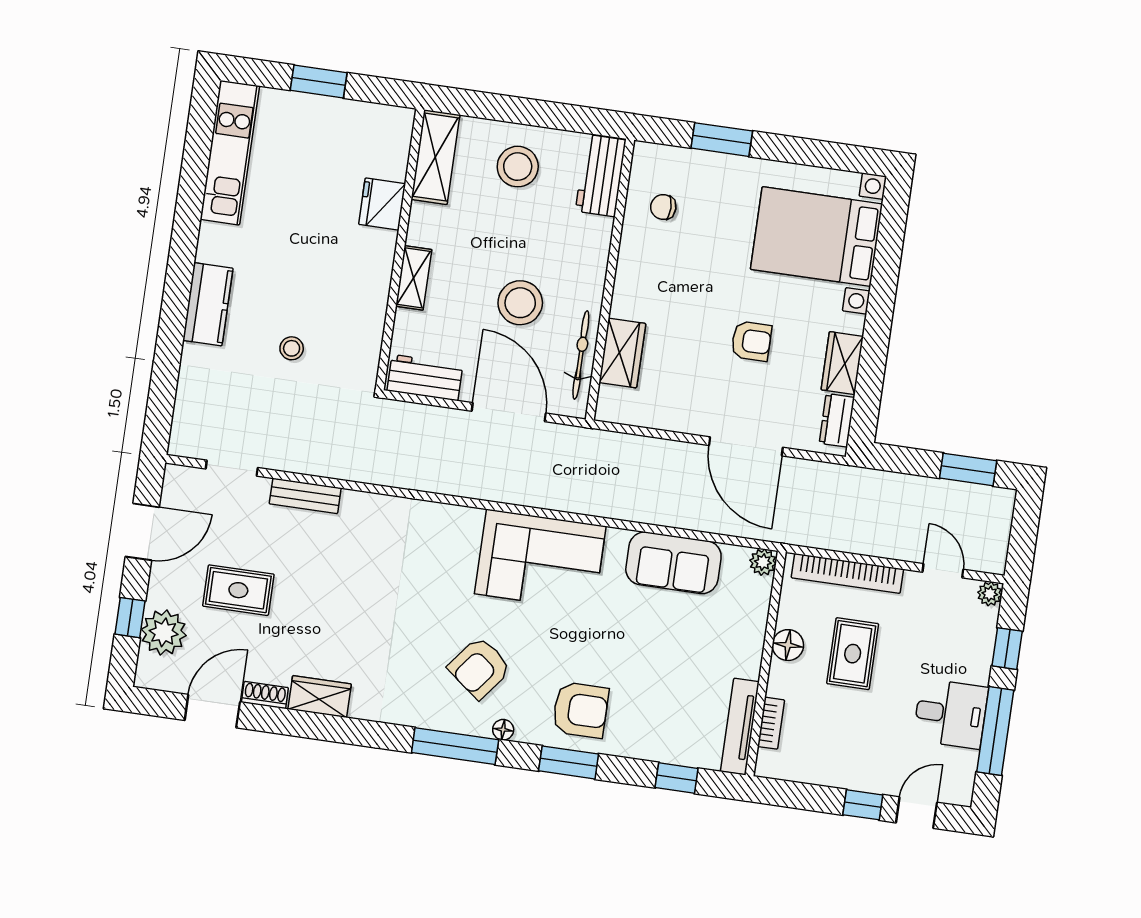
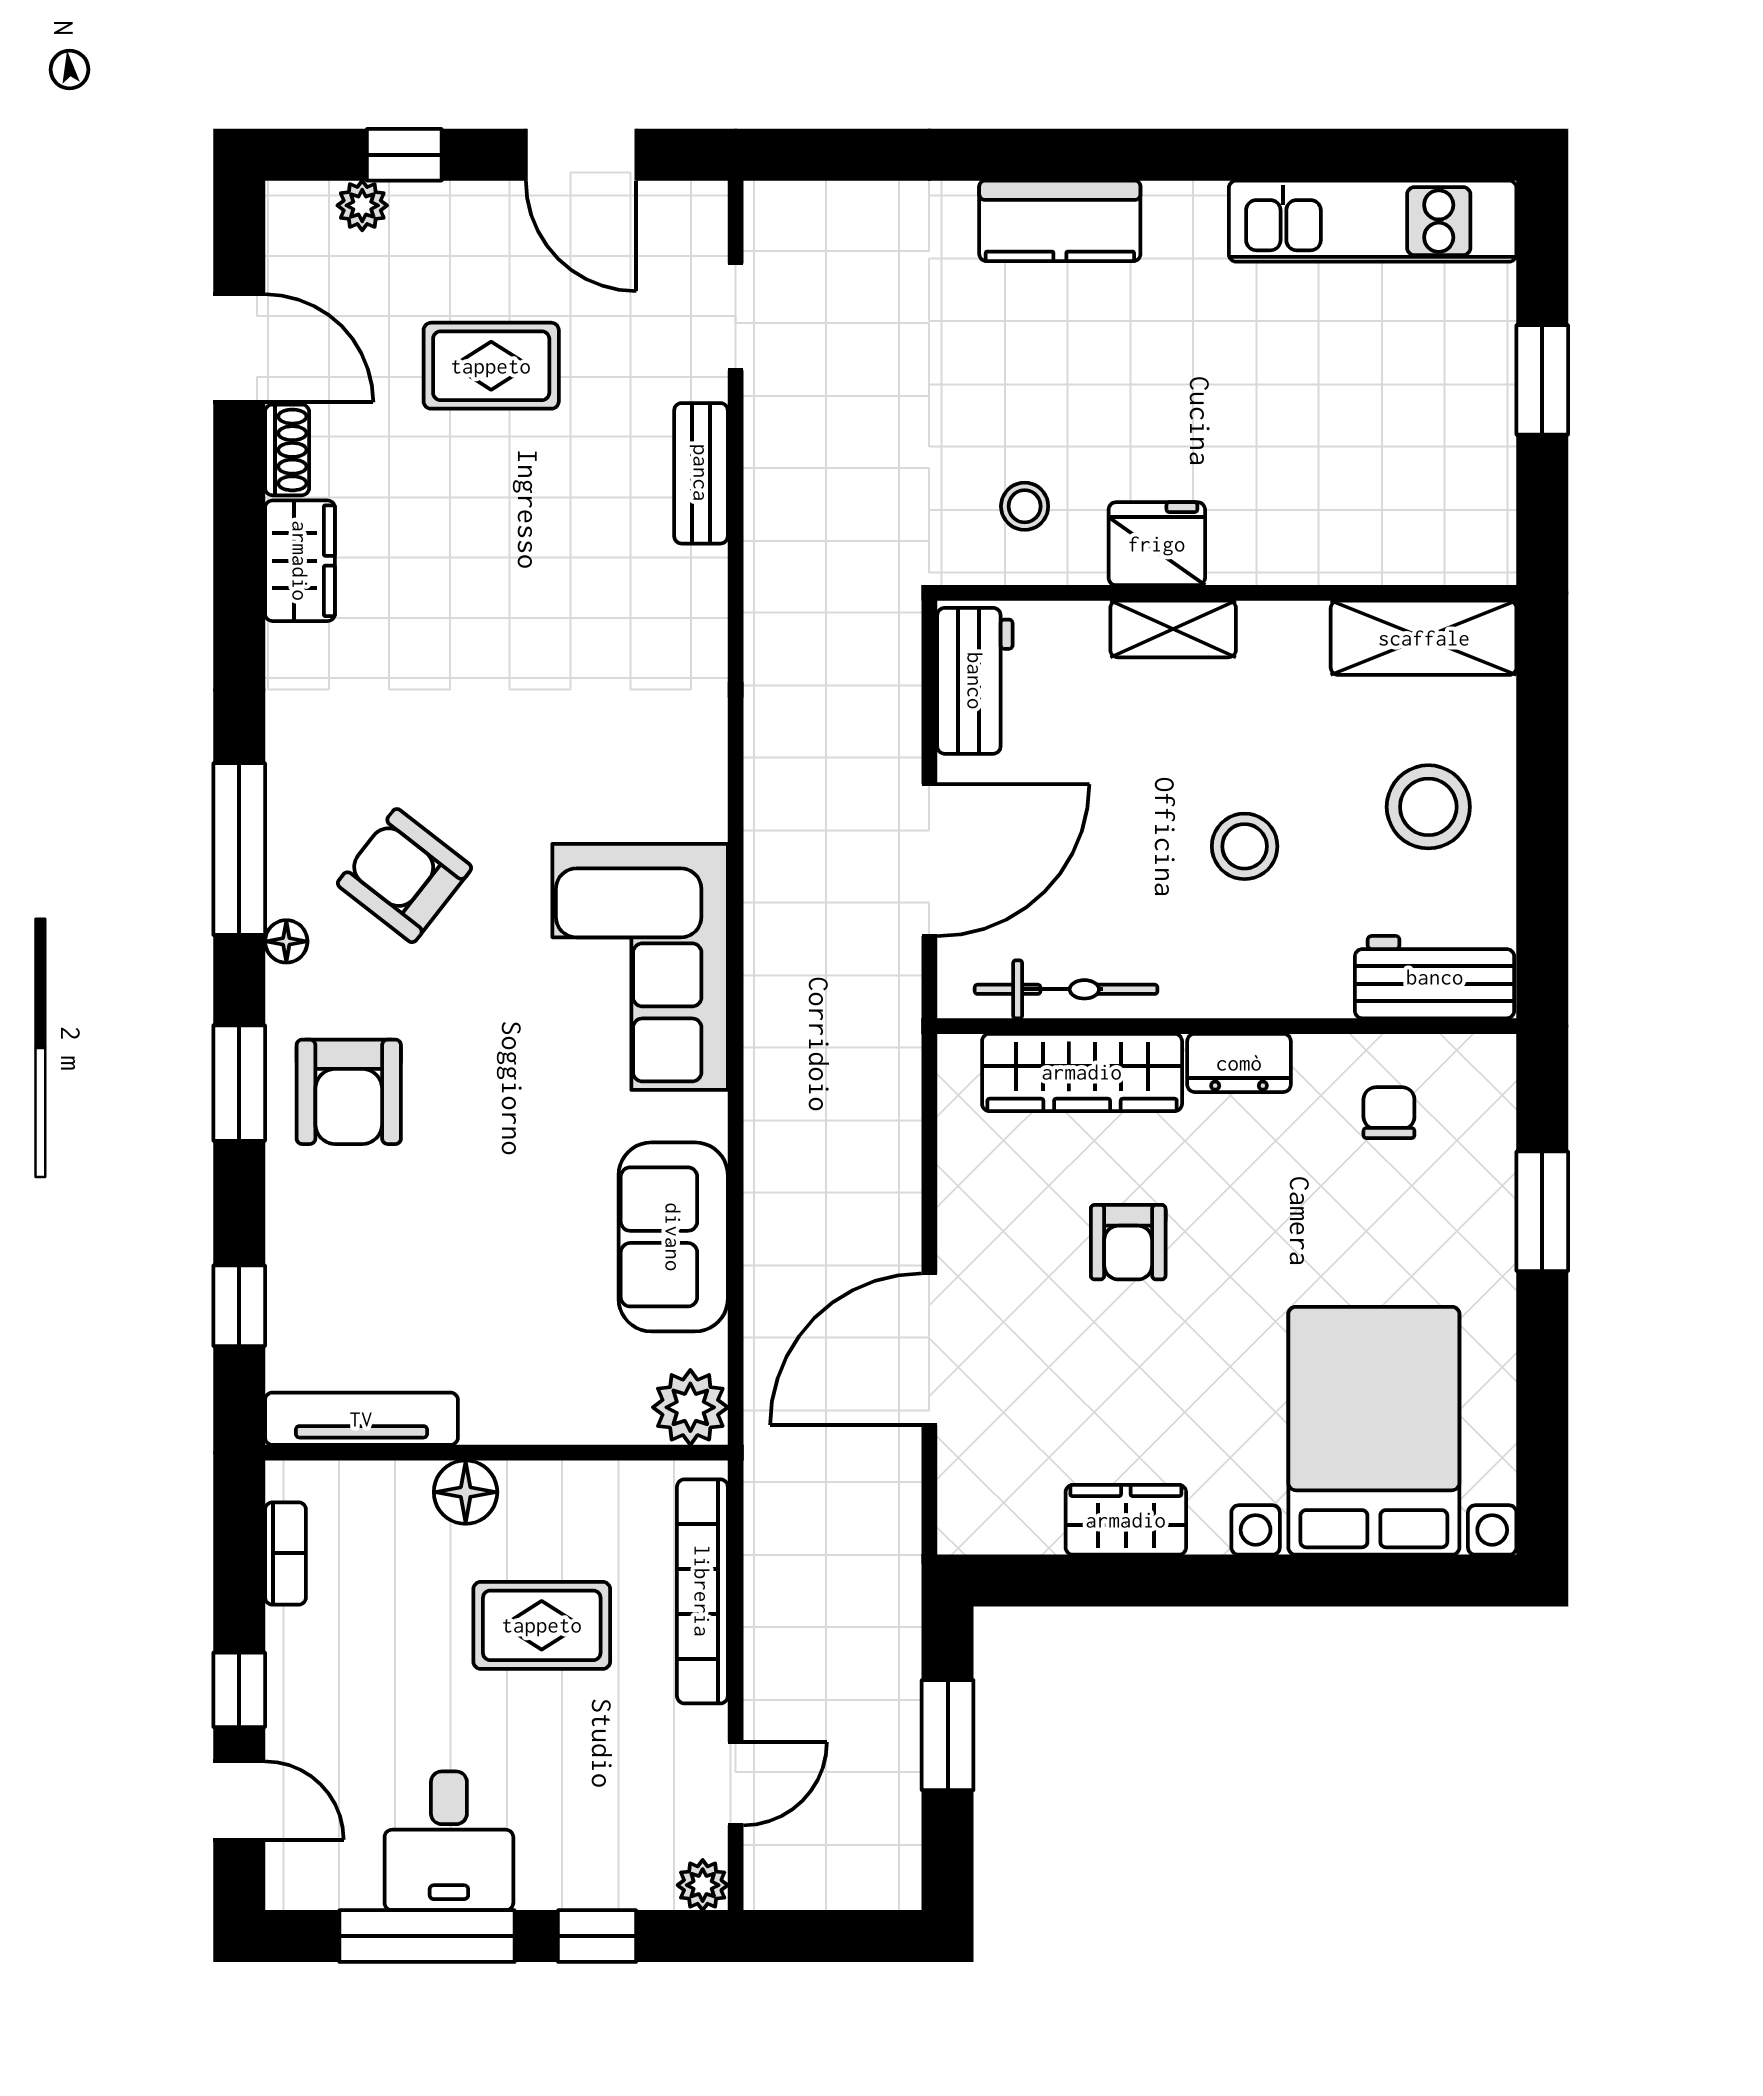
fridge: (382, 204) -> (1157, 544), moved
stool: (520, 303) -> (1245, 846), moved, width x0.73, depth x0.73
armchair: (751, 341) -> (1128, 1242), moved
stool: (292, 348) -> (1025, 506), moved
wardrobe: (622, 353) -> (1082, 1072), width x1.50
dresser: (837, 420) -> (1239, 1063), moved, turned 180
window: (968, 469) -> (948, 1735), moved
plant: (763, 562) -> (690, 1407), width x1.38, depth x1.38
rug: (238, 590) -> (491, 366), turned 90
plant: (164, 632) -> (362, 205), width x0.53, depth x0.53
floor lamp: (788, 645) -> (466, 1492), moved
bookcase: (771, 723) -> (286, 1553), moved, turned -90

